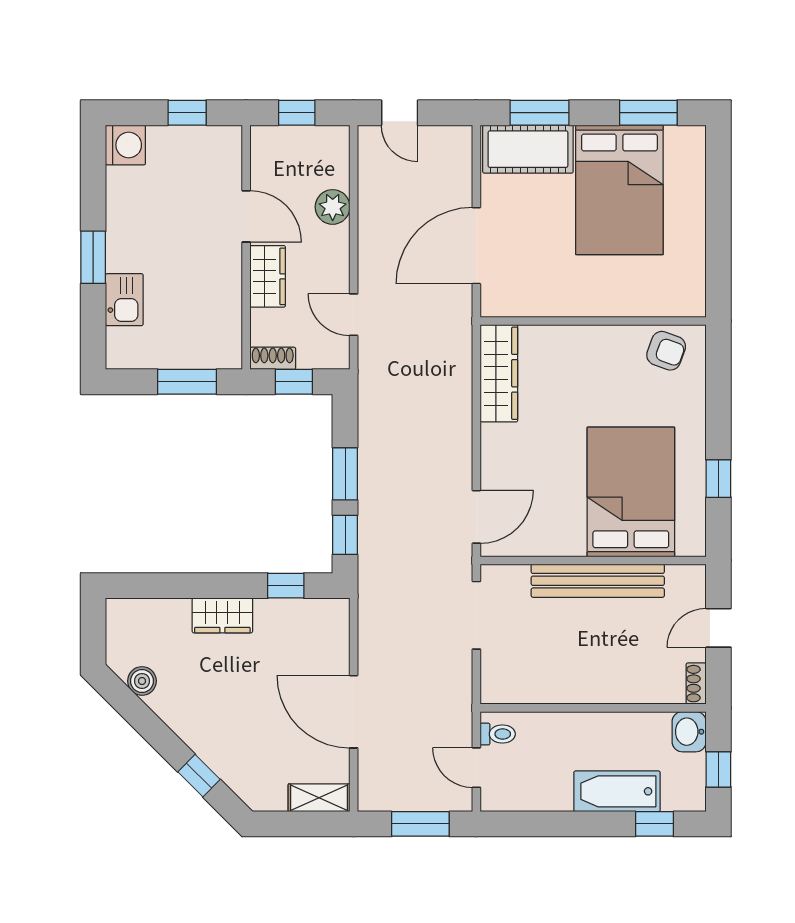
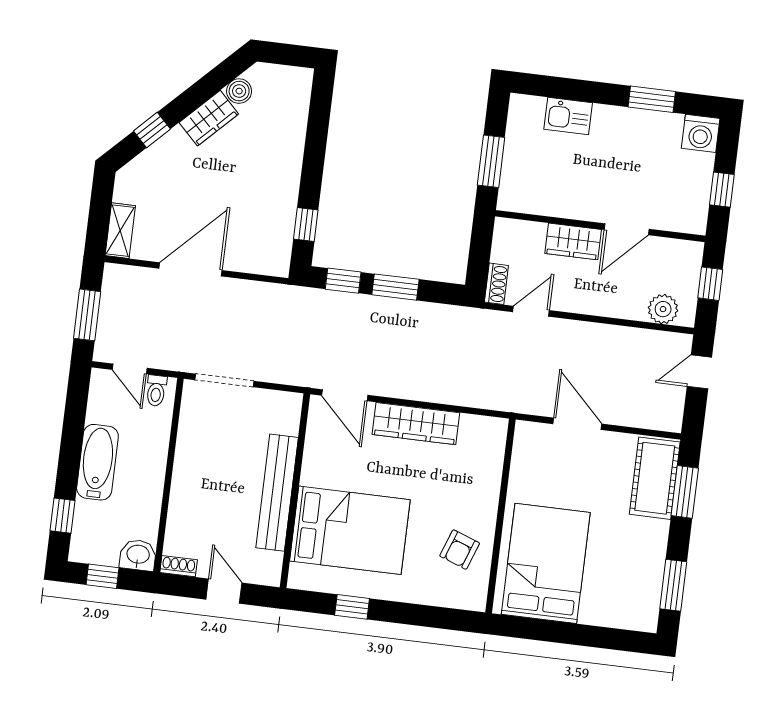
bed: (619, 190) -> (546, 563), moved, turned 90
plant: (333, 207) -> (663, 309), moved
door: (476, 246) -> (577, 424), width x0.73
window: (93, 257) -> (652, 99), moved
armchair: (666, 351) -> (460, 550), moved
shoe rack: (273, 358) -> (496, 284), moved
wardrobe: (499, 373) -> (416, 424), moved
window: (294, 382) -> (480, 253), removed
wardrobe: (222, 615) -> (209, 118), moved, turned -135
doorway: (476, 615) -> (224, 380), moved
door: (476, 768) -> (130, 369), swing flipped
bathtub: (617, 791) -> (97, 462), moved

